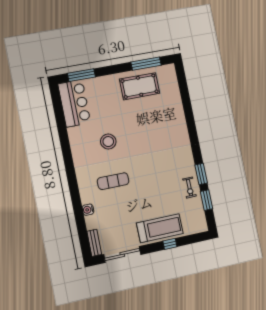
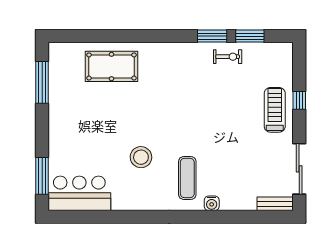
pool table: (140, 86) -> (111, 66), moved, turned 90
exercise mat: (113, 181) -> (187, 178), moved
water cooler: (88, 210) -> (212, 203), moved
treadmill: (160, 228) -> (275, 110), width x0.73, depth x0.73

